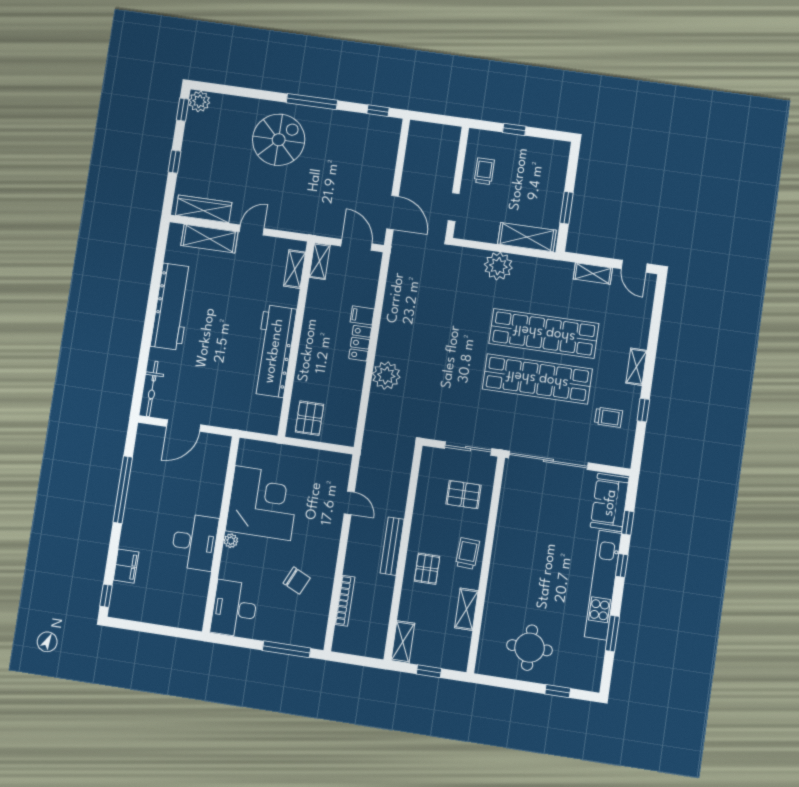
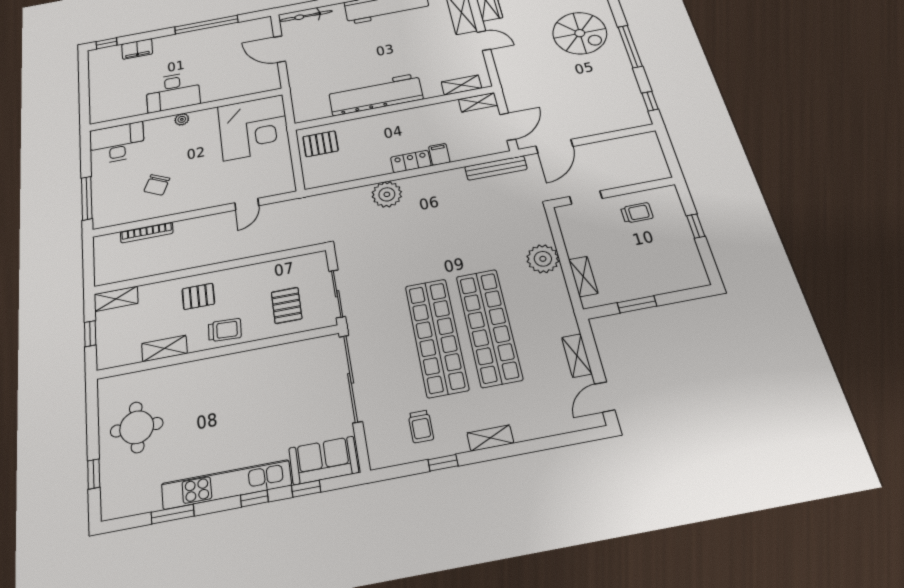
shelving: (527, 237) -> (583, 276), width x0.67, depth x0.75
corner desk: (263, 503) -> (253, 127), moved
bench: (392, 546) -> (496, 168), moved

